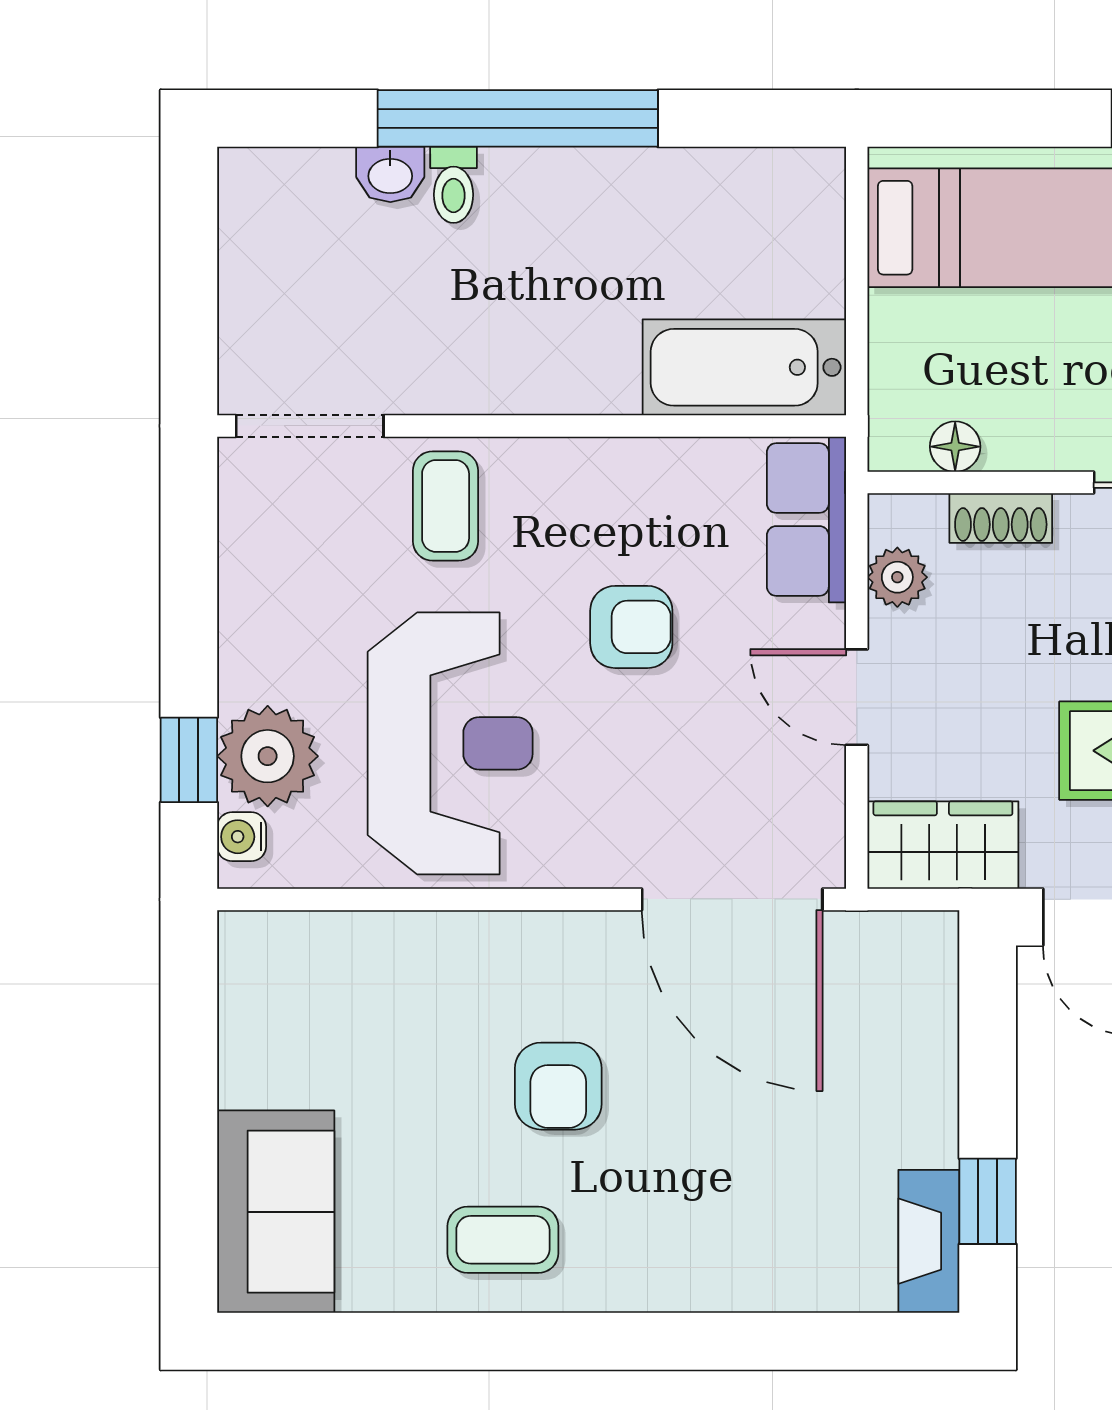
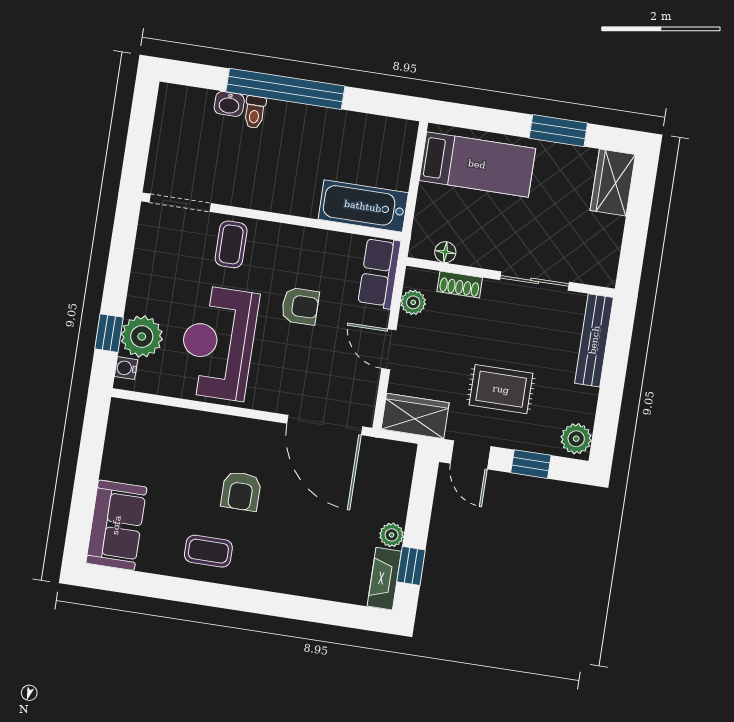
reception desk: (450, 743) -> (218, 343), turned 180
plant: (930, 1135) -> (392, 535), added

